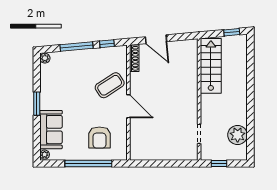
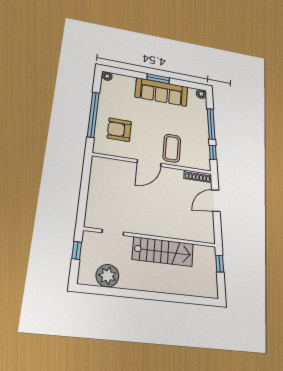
window: (232, 32) -> (220, 264), moved
stairs: (211, 66) -> (163, 252), moved
coffee table: (110, 85) -> (172, 148), turned 33
sofa: (51, 130) -> (162, 92), moved, width x1.36

